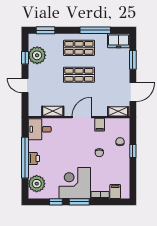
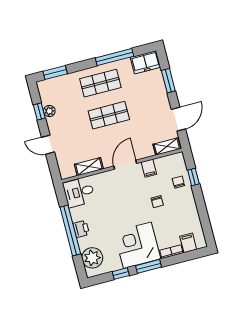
plant: (37, 55) -> (49, 111), width x0.53, depth x0.53
window: (133, 151) -> (193, 177), moved

